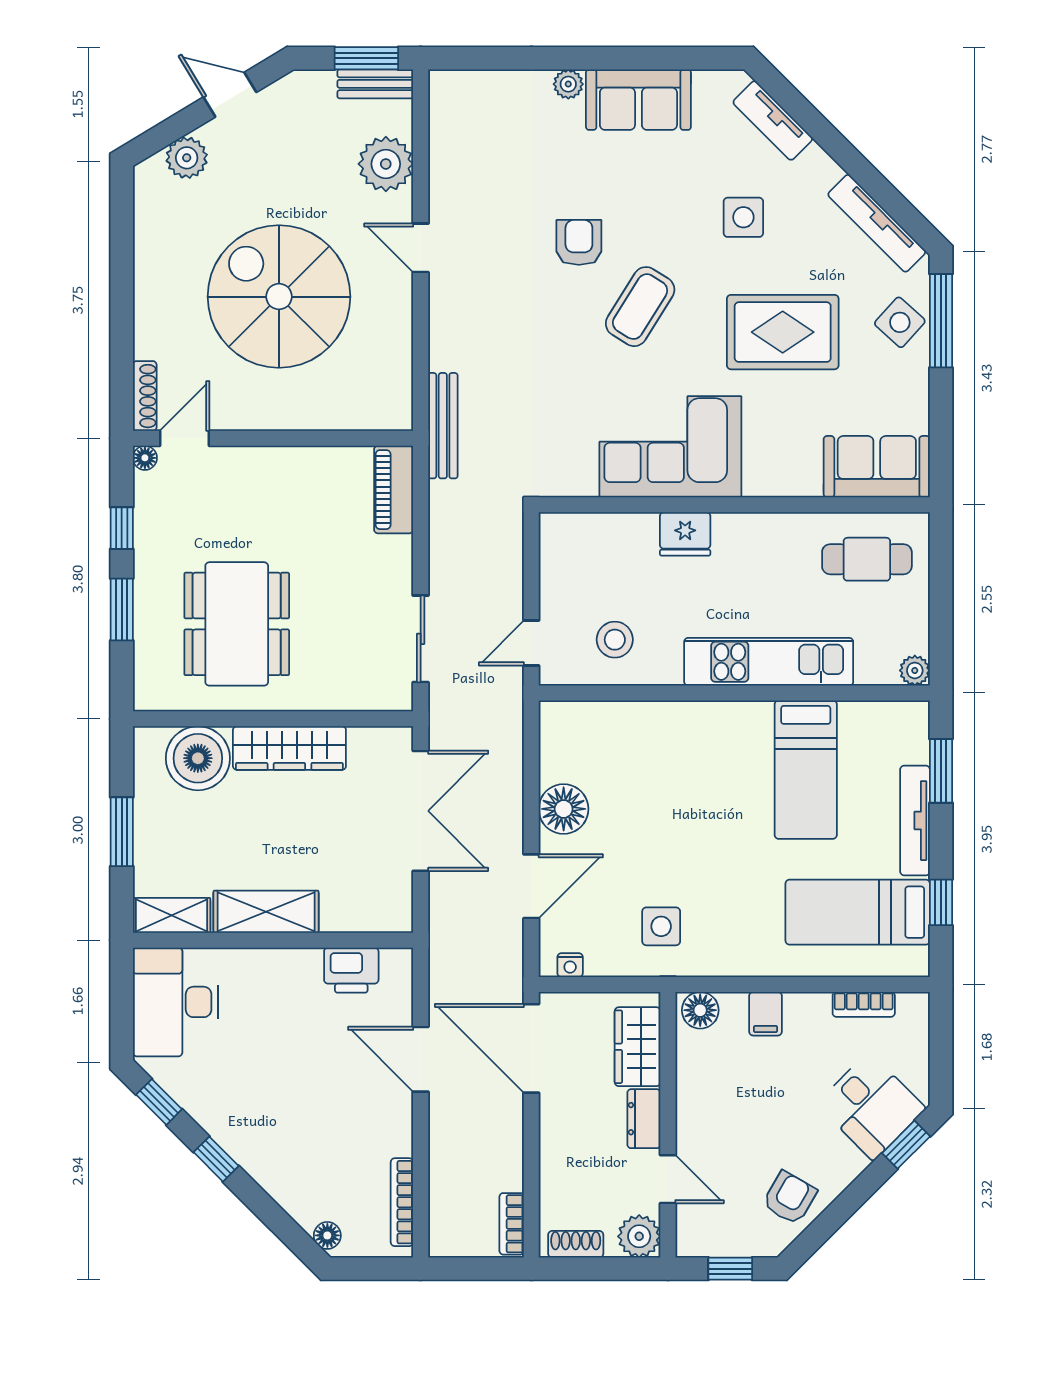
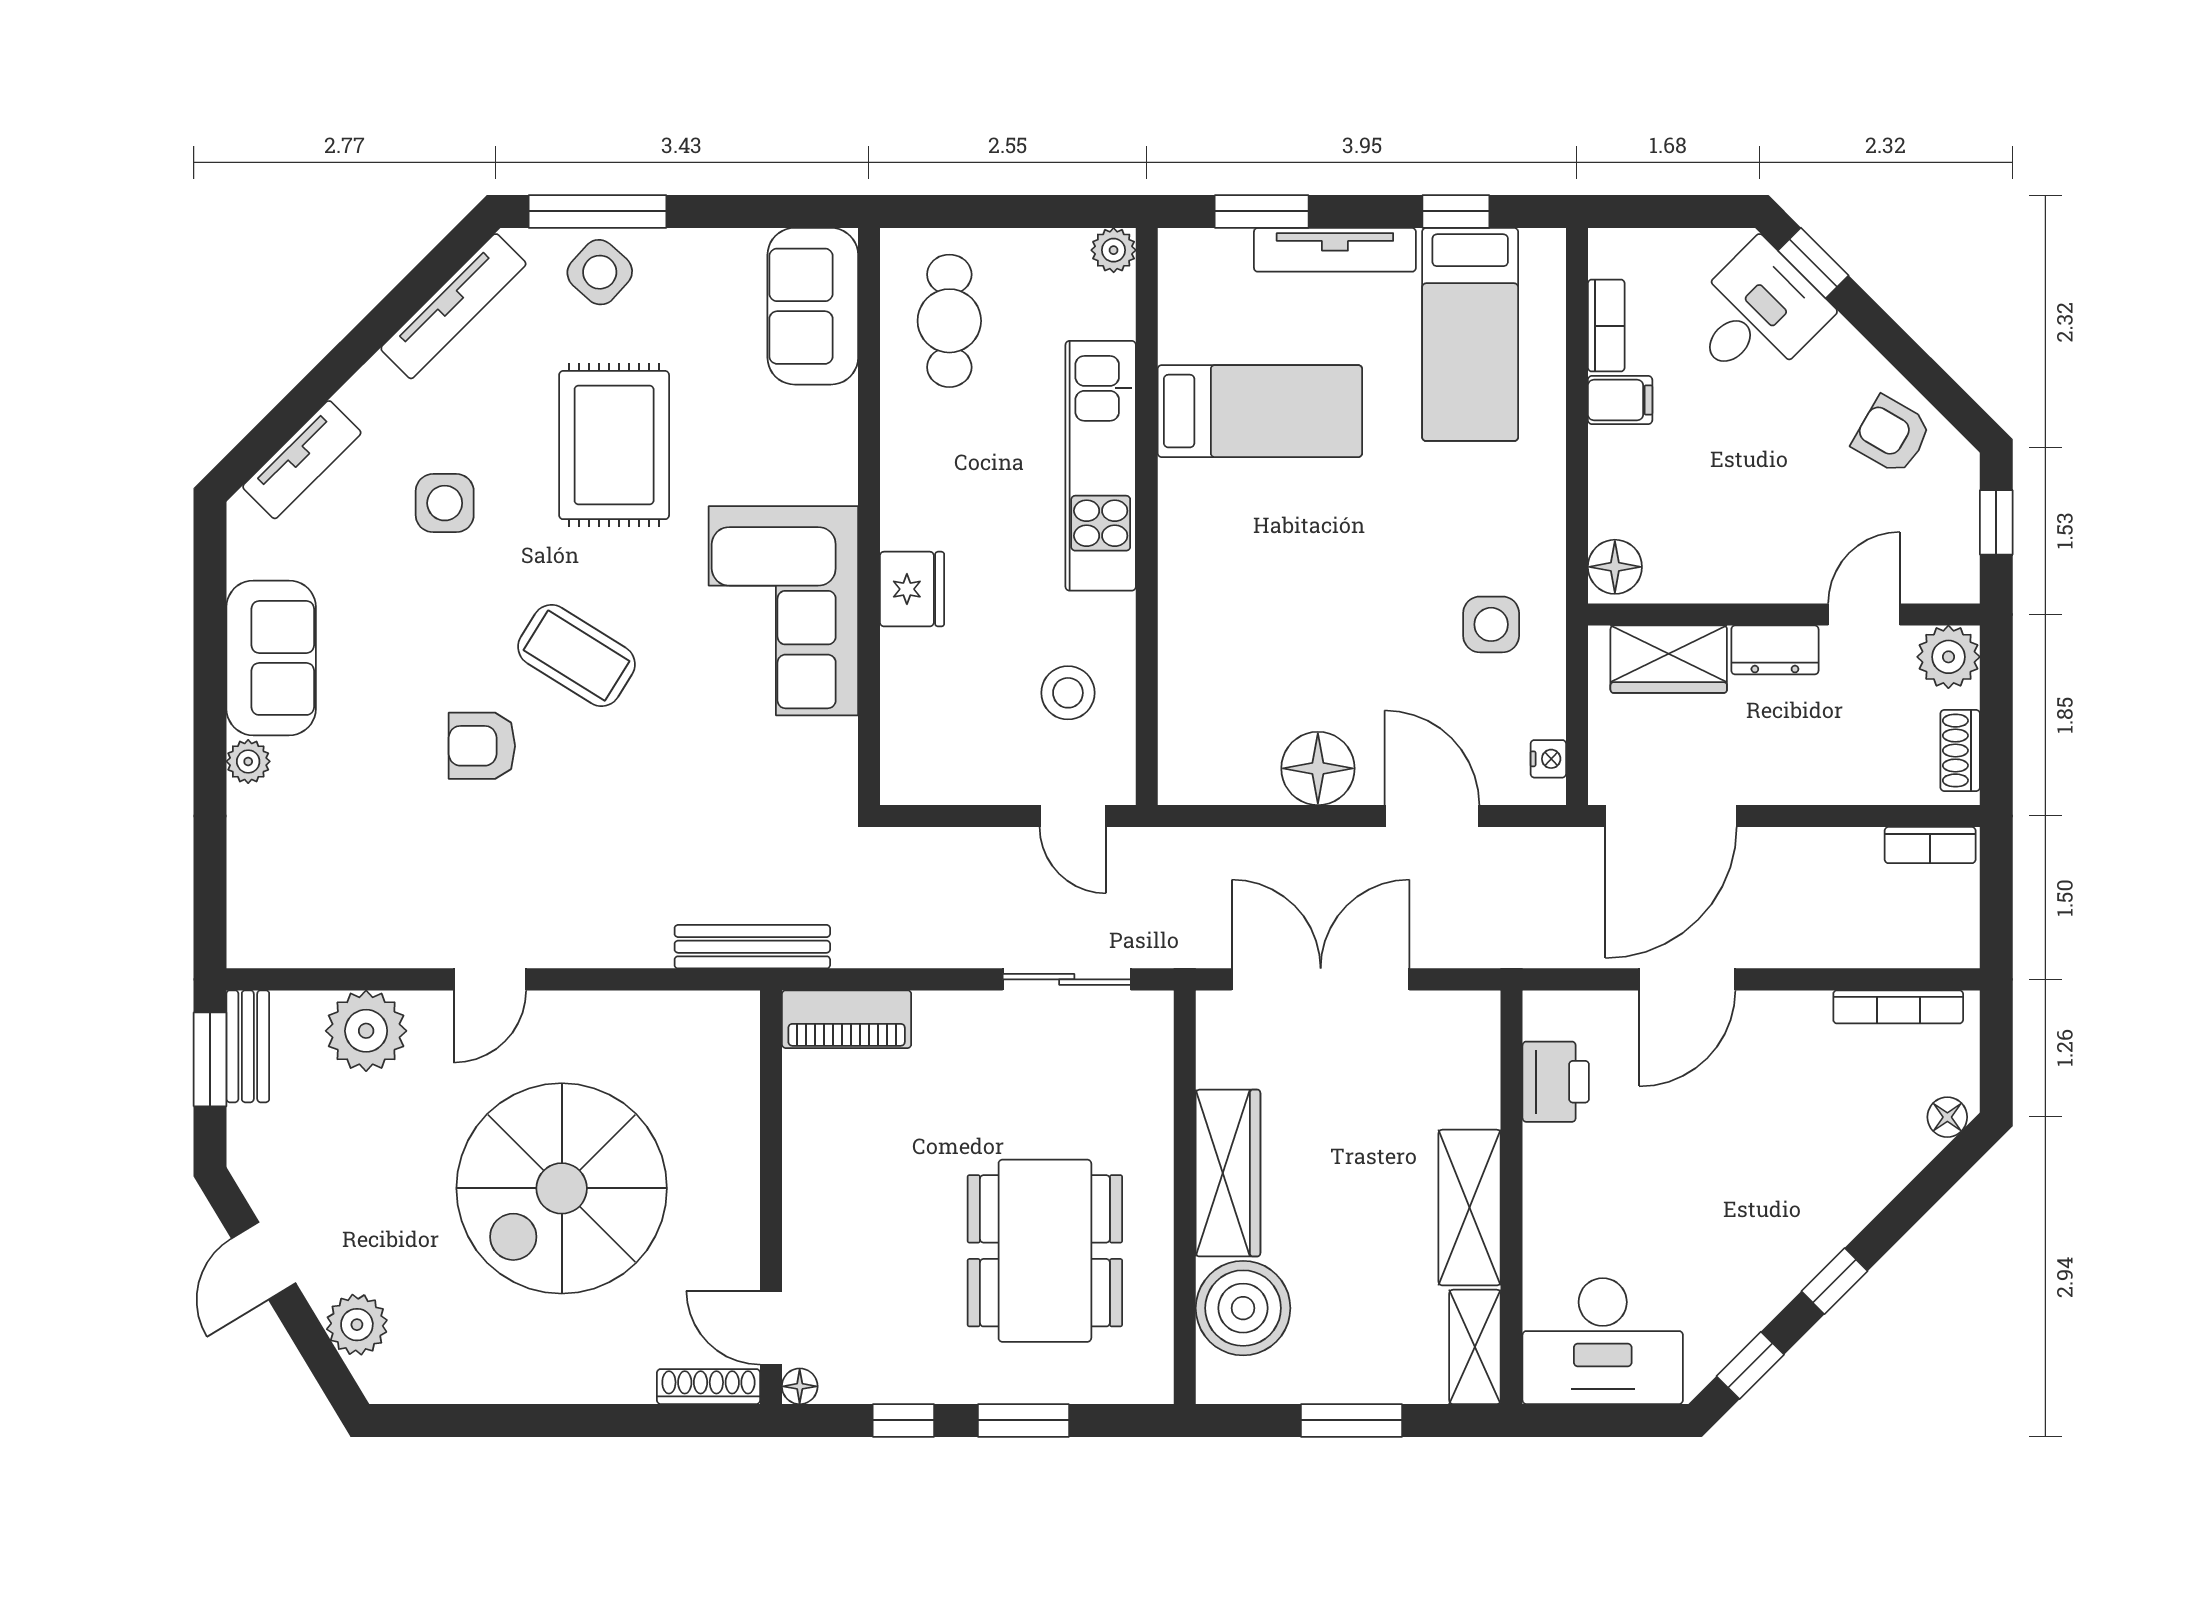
dining table: (237, 624) -> (1045, 1251), turned 90
filing cabinet: (766, 1014) -> (1620, 400), moved

